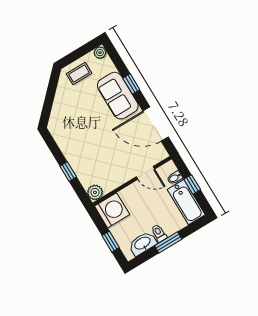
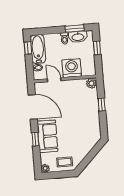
window: (192, 184) -> (28, 48), moved
washing machine: (112, 210) -> (72, 68), moved, turned 90
window: (168, 242) -> (75, 28), moved

